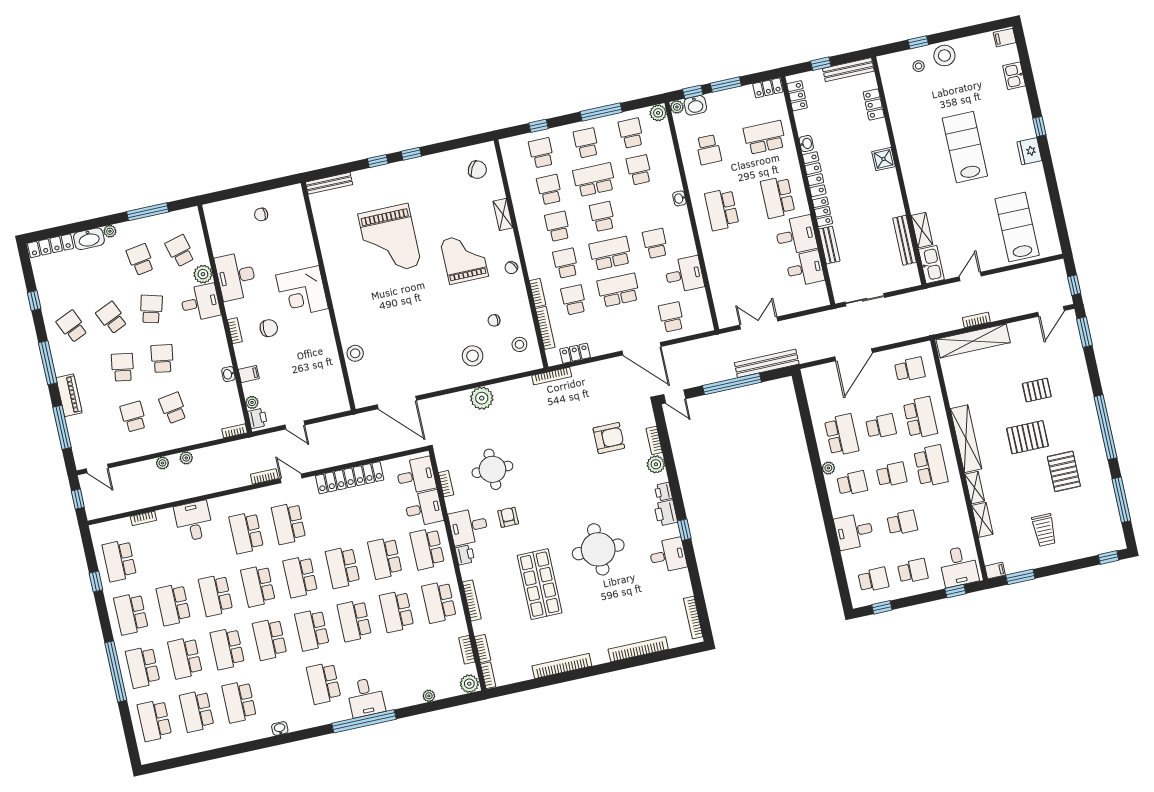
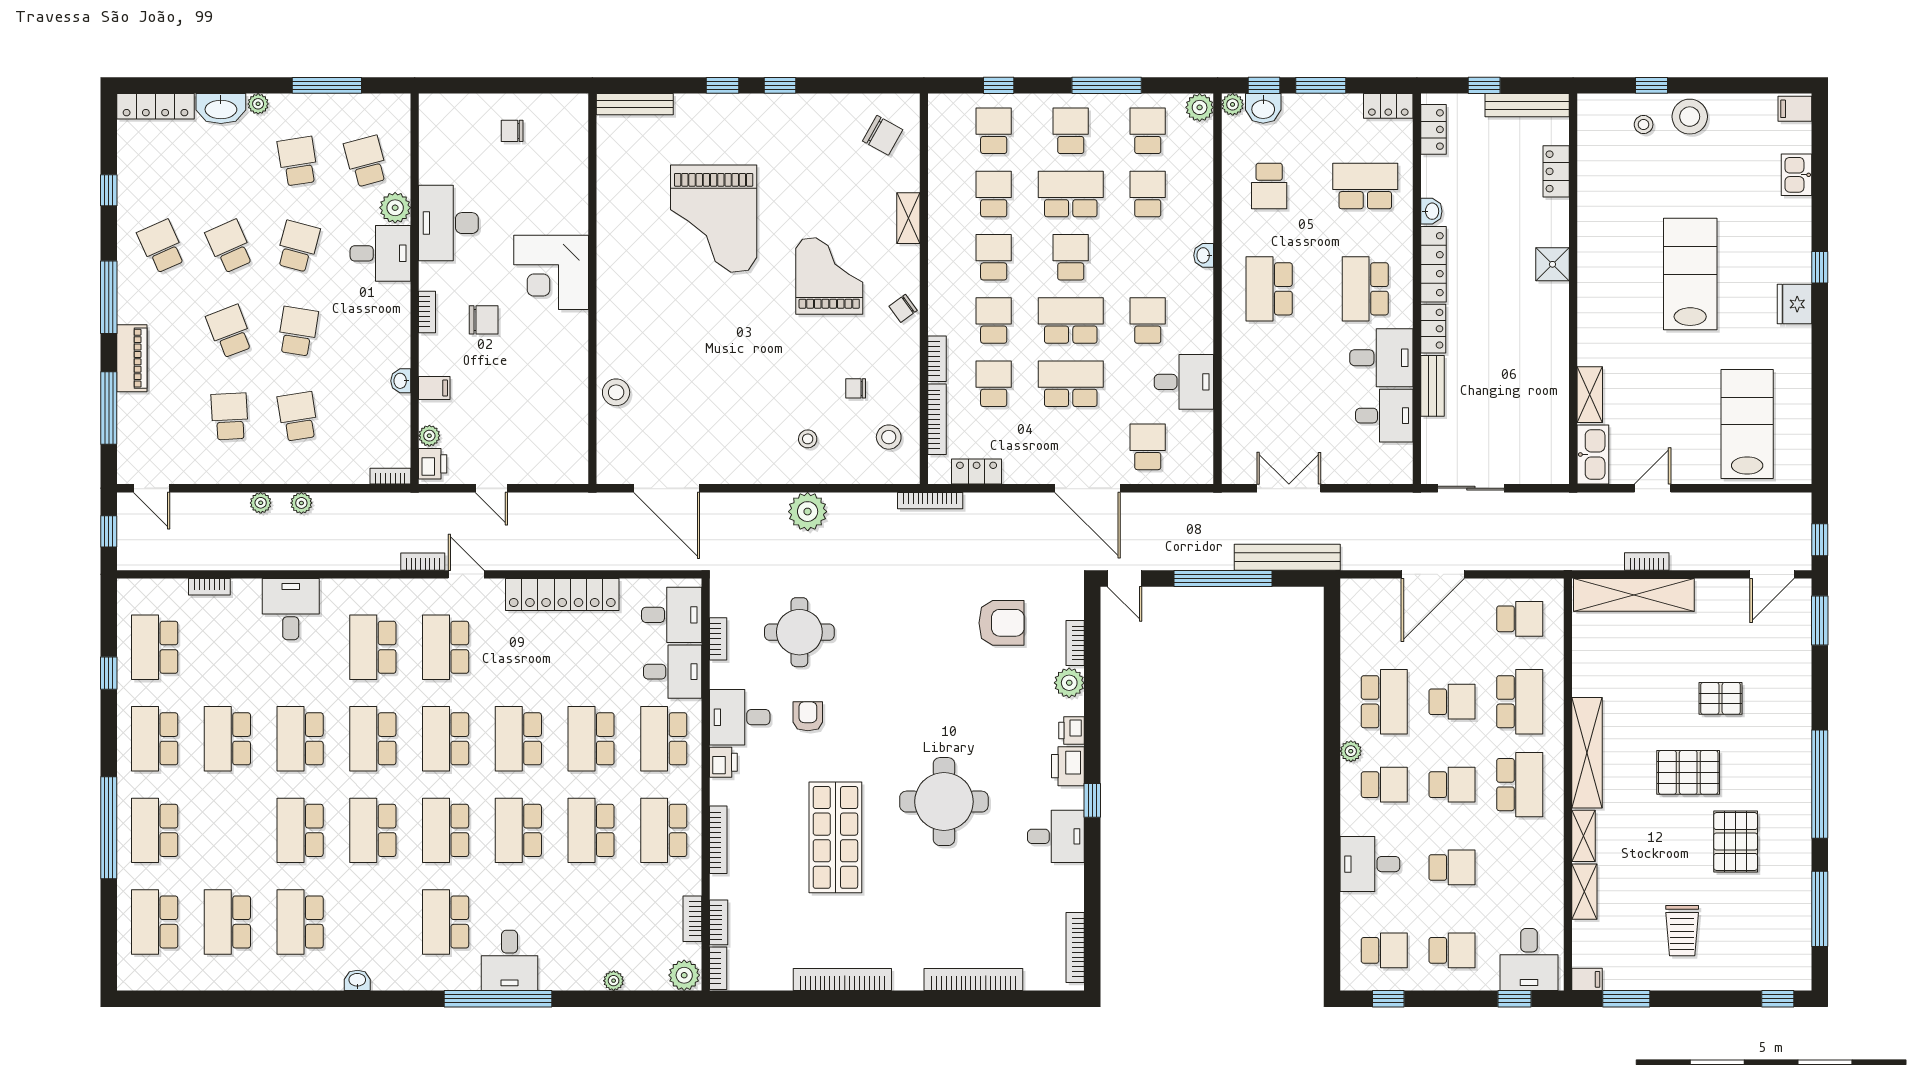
bench: (905, 240) -> (1558, 405), removed
stool: (473, 356) -> (808, 439), width x0.53, depth x0.53
school desk: (123, 367) -> (230, 331), turned -30
school desk: (185, 658) -> (227, 830), removed

